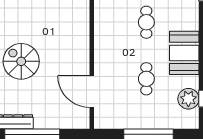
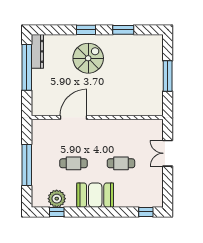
door: (92, 92) -> (74, 117), moved

